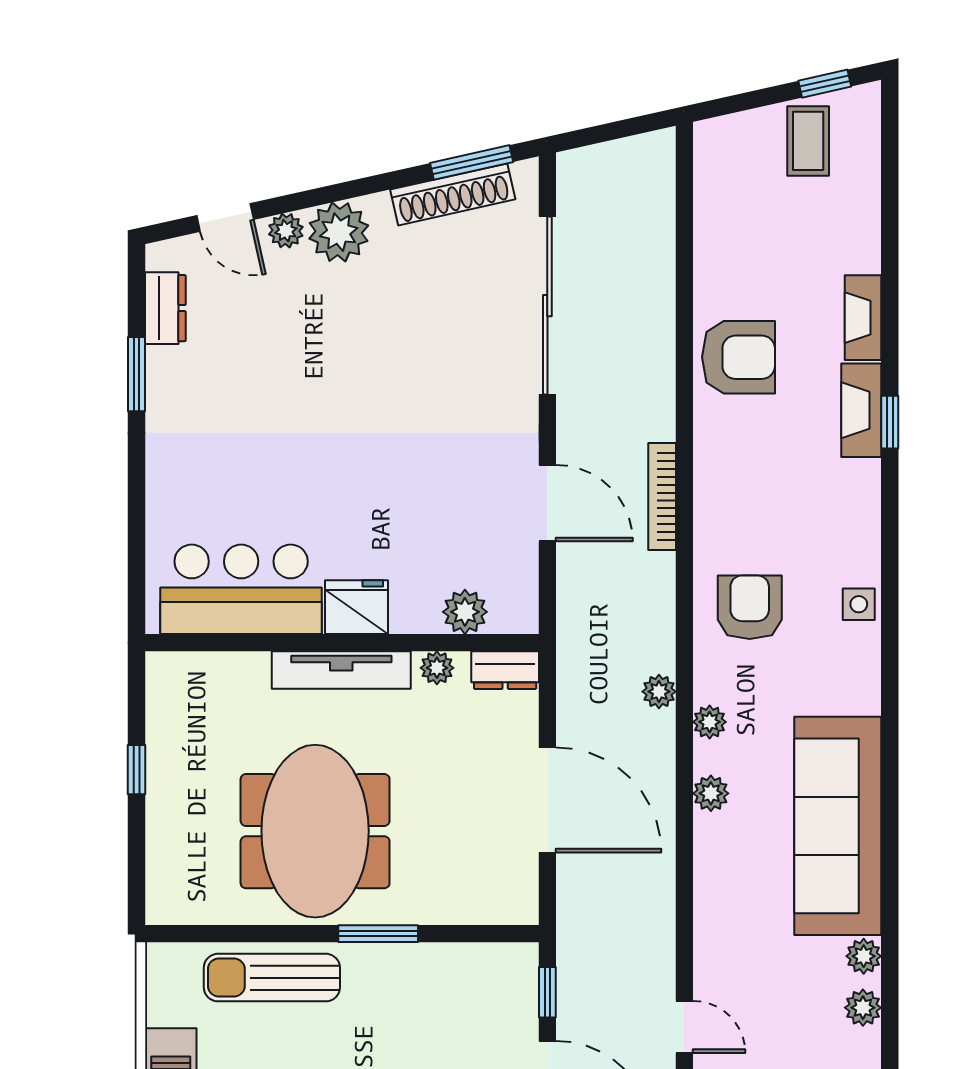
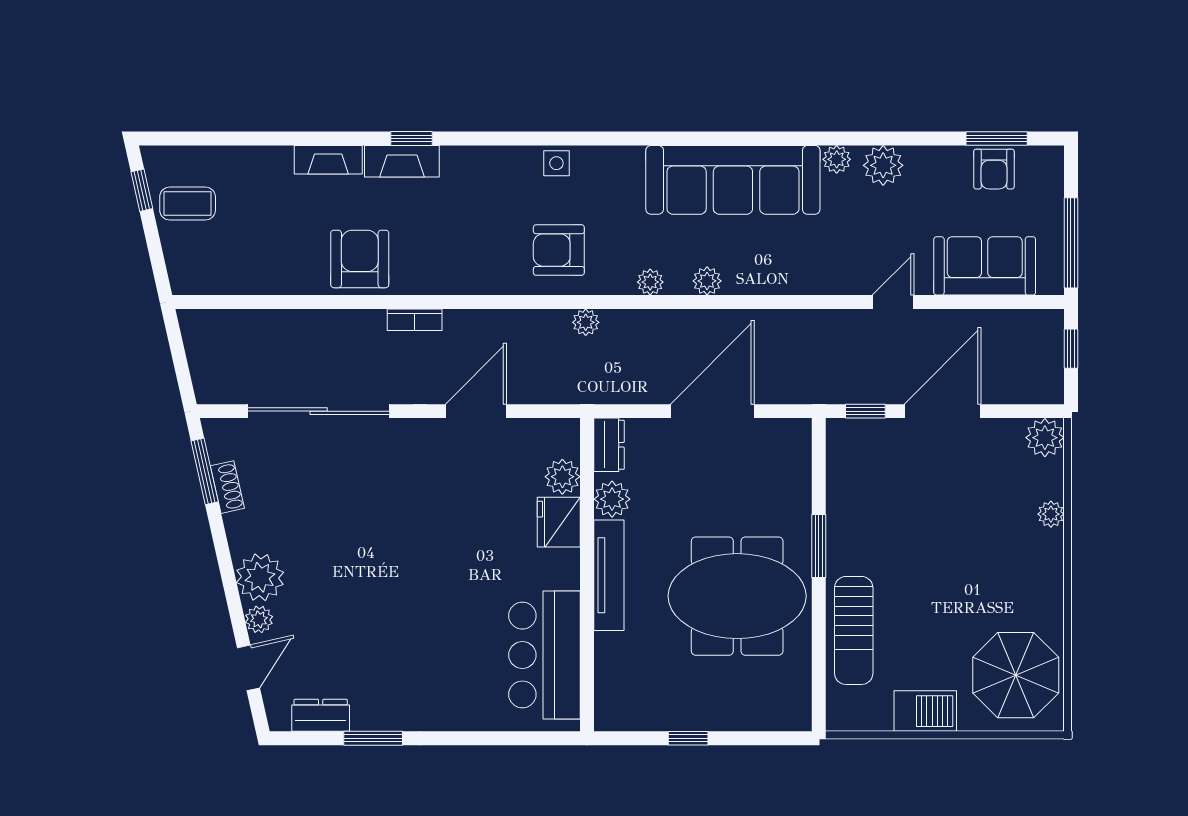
shoe rack: (453, 194) -> (227, 487), width x0.51, depth x0.81
bookcase: (662, 497) -> (415, 320), moved, width x0.64
fridge: (356, 607) -> (559, 522), moved
plant: (437, 668) -> (612, 499), width x1.38, depth x1.38
plant: (659, 692) -> (586, 322), moved
plant: (863, 1008) -> (883, 165), width x1.38, depth x1.38

